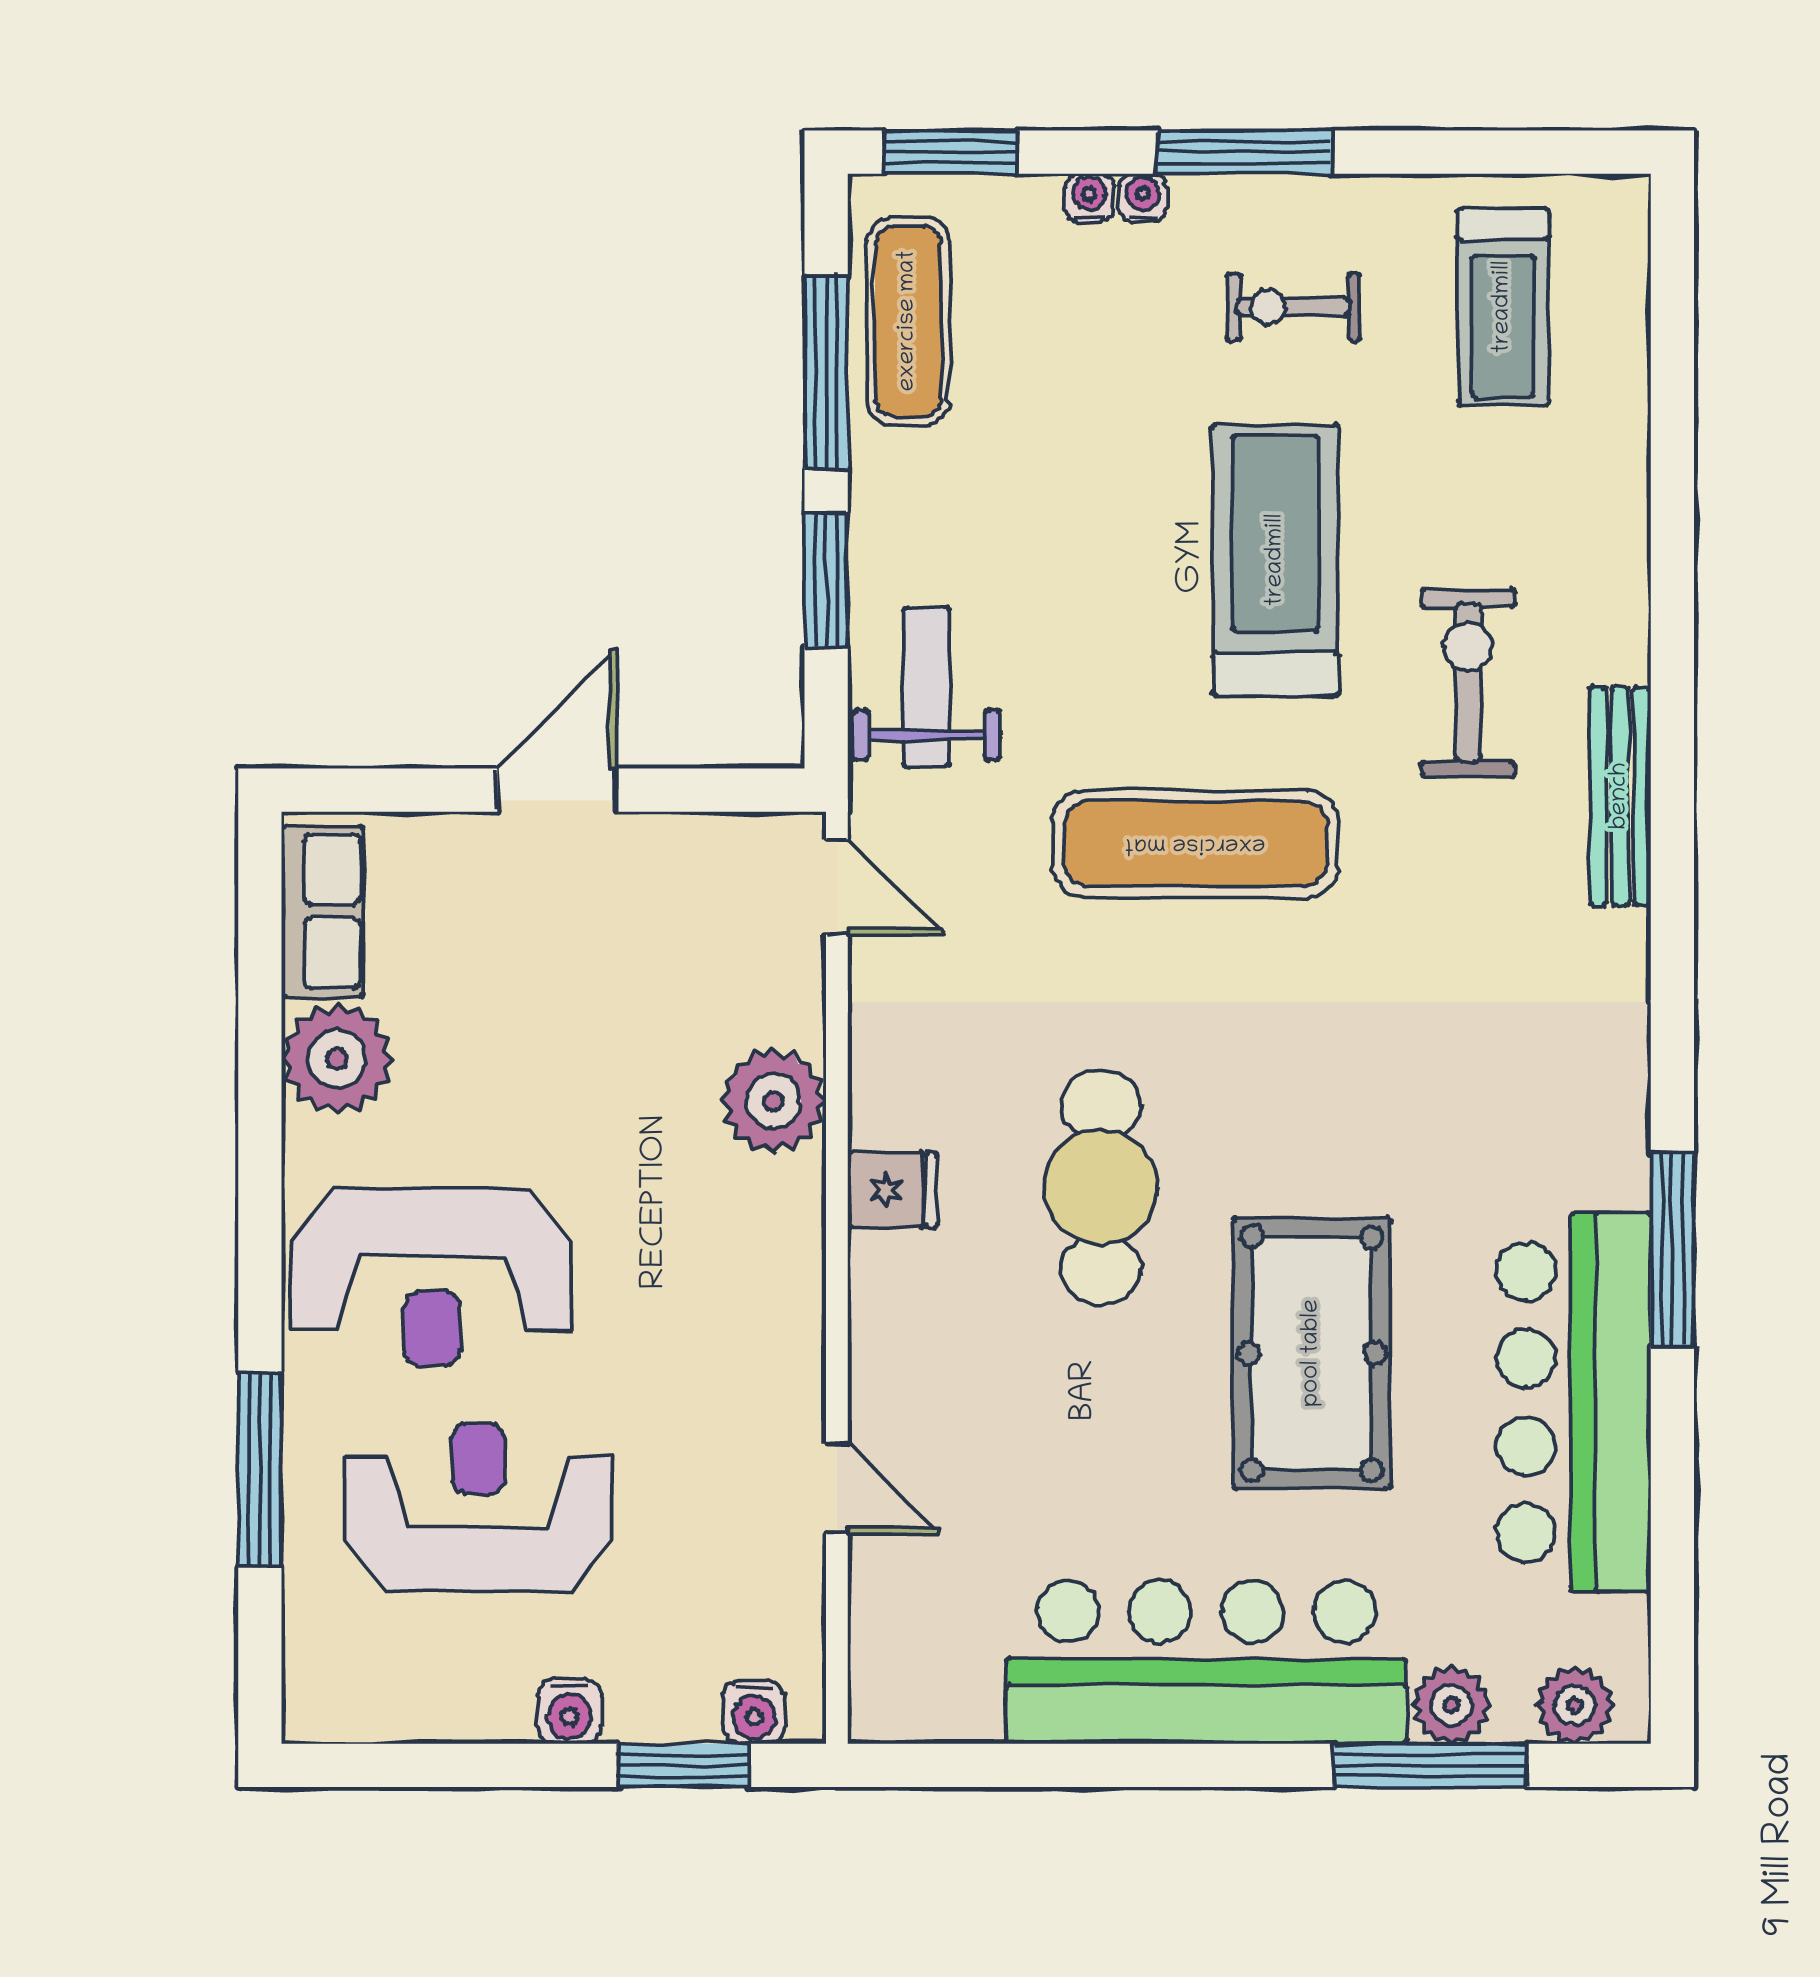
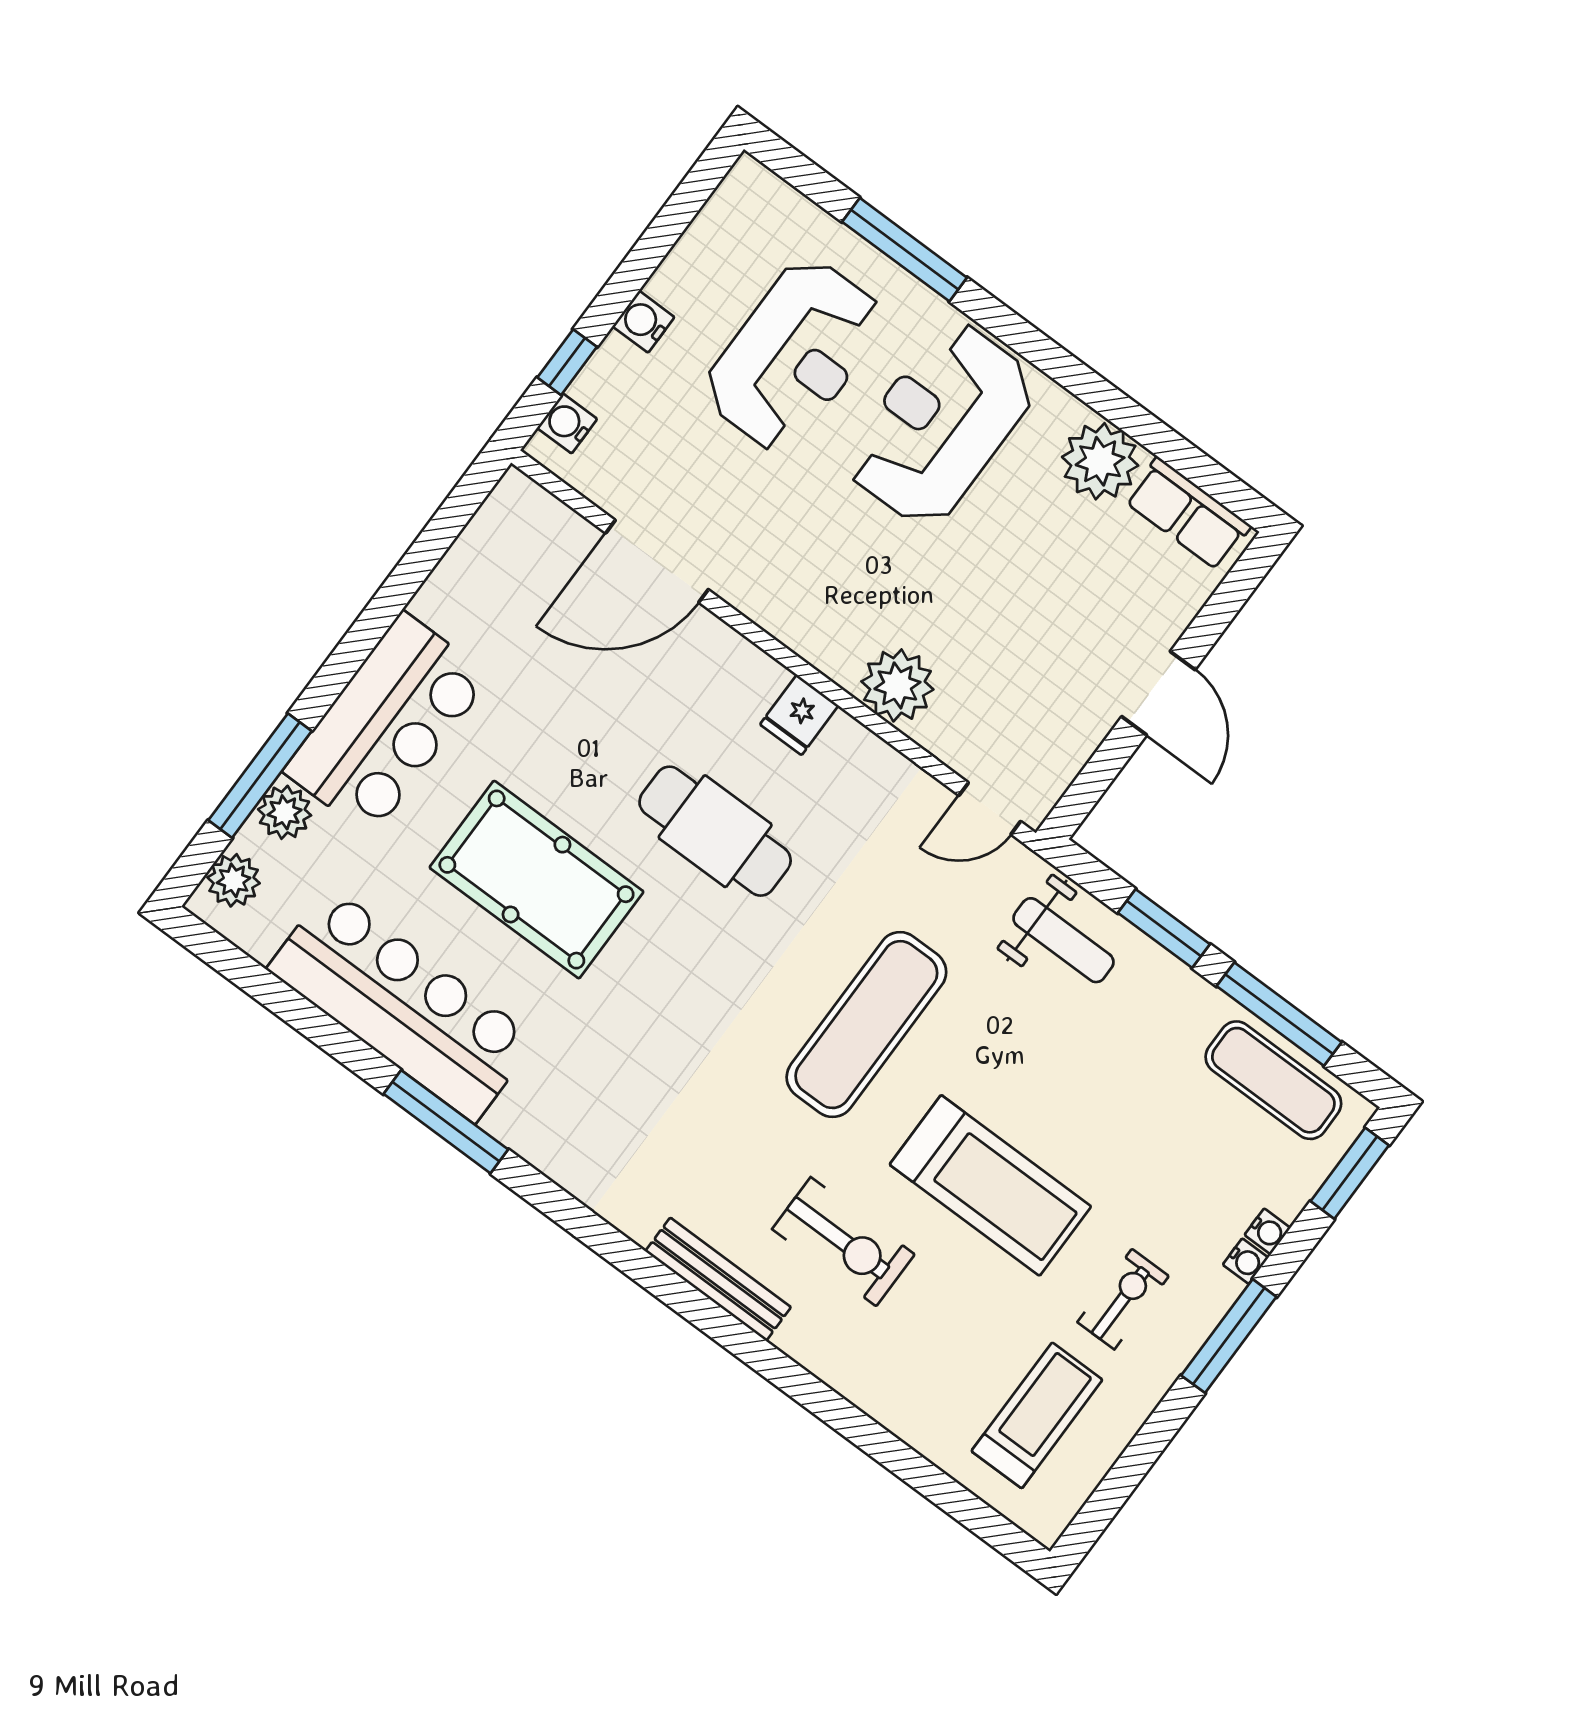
treadmill: (1503, 307) -> (1037, 1415), turned 90
door: (837, 1488) -> (657, 561), width x1.88
bar counter: (1206, 1662) -> (387, 724), width x0.73
window: (683, 1765) -> (567, 362), width x0.67

